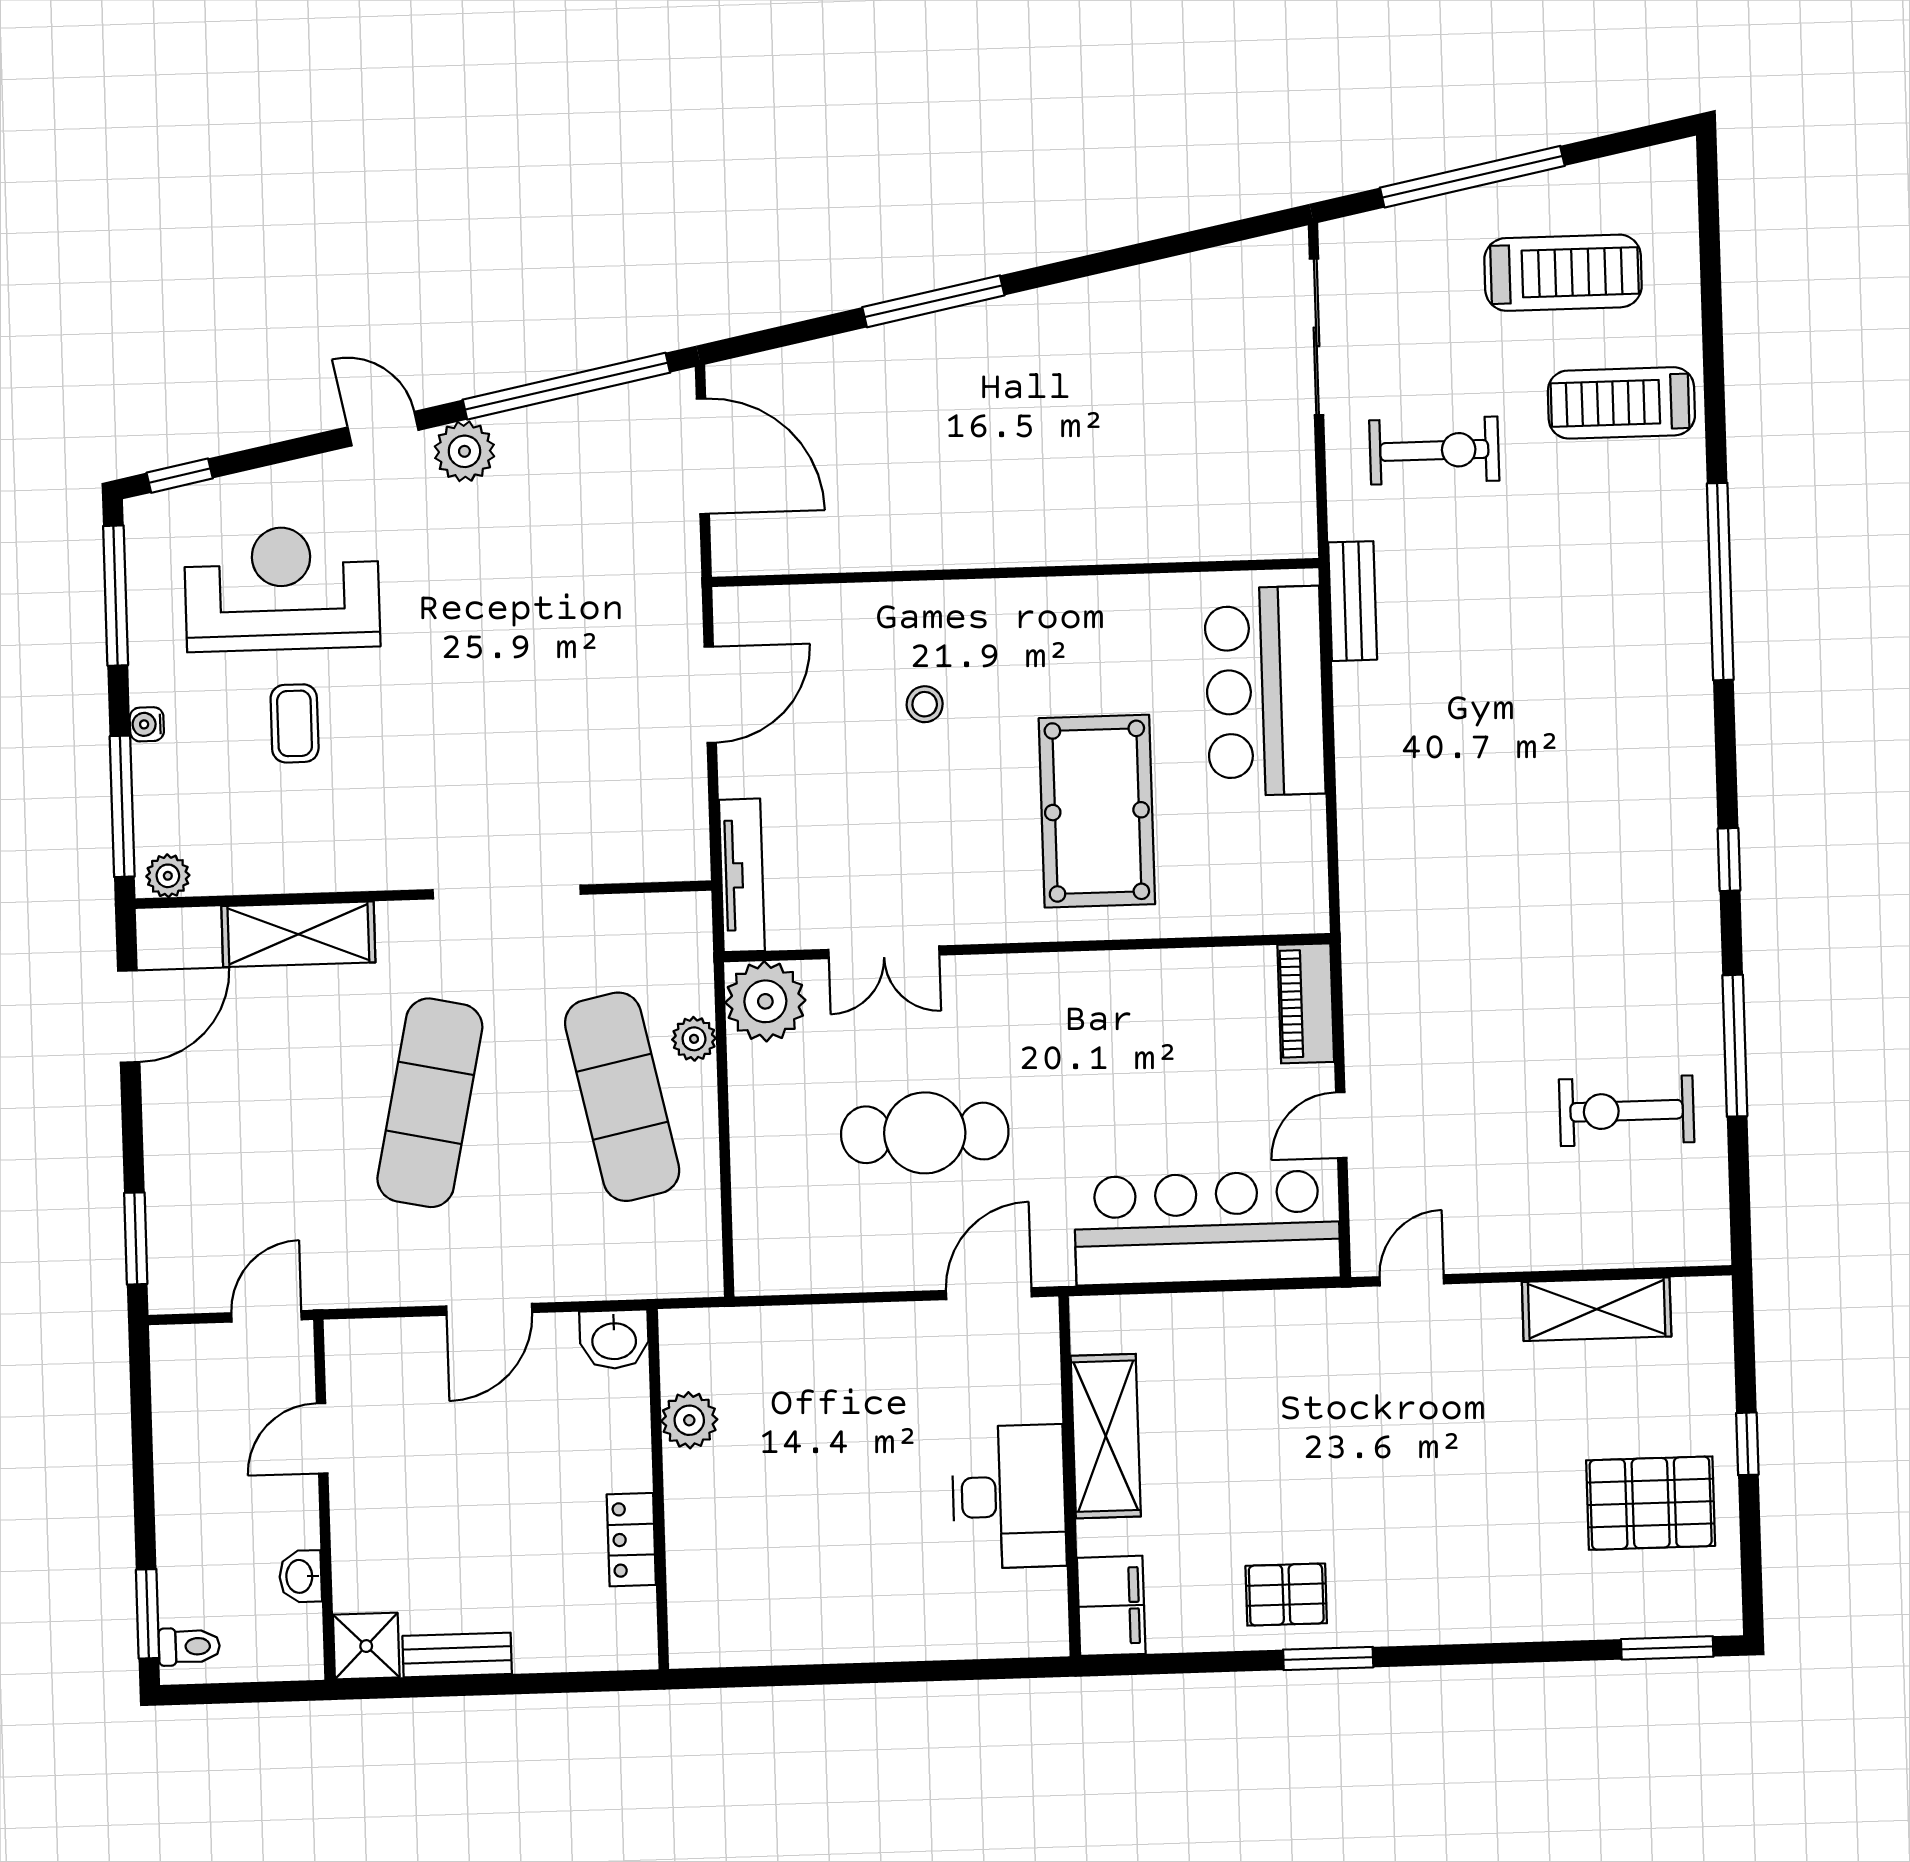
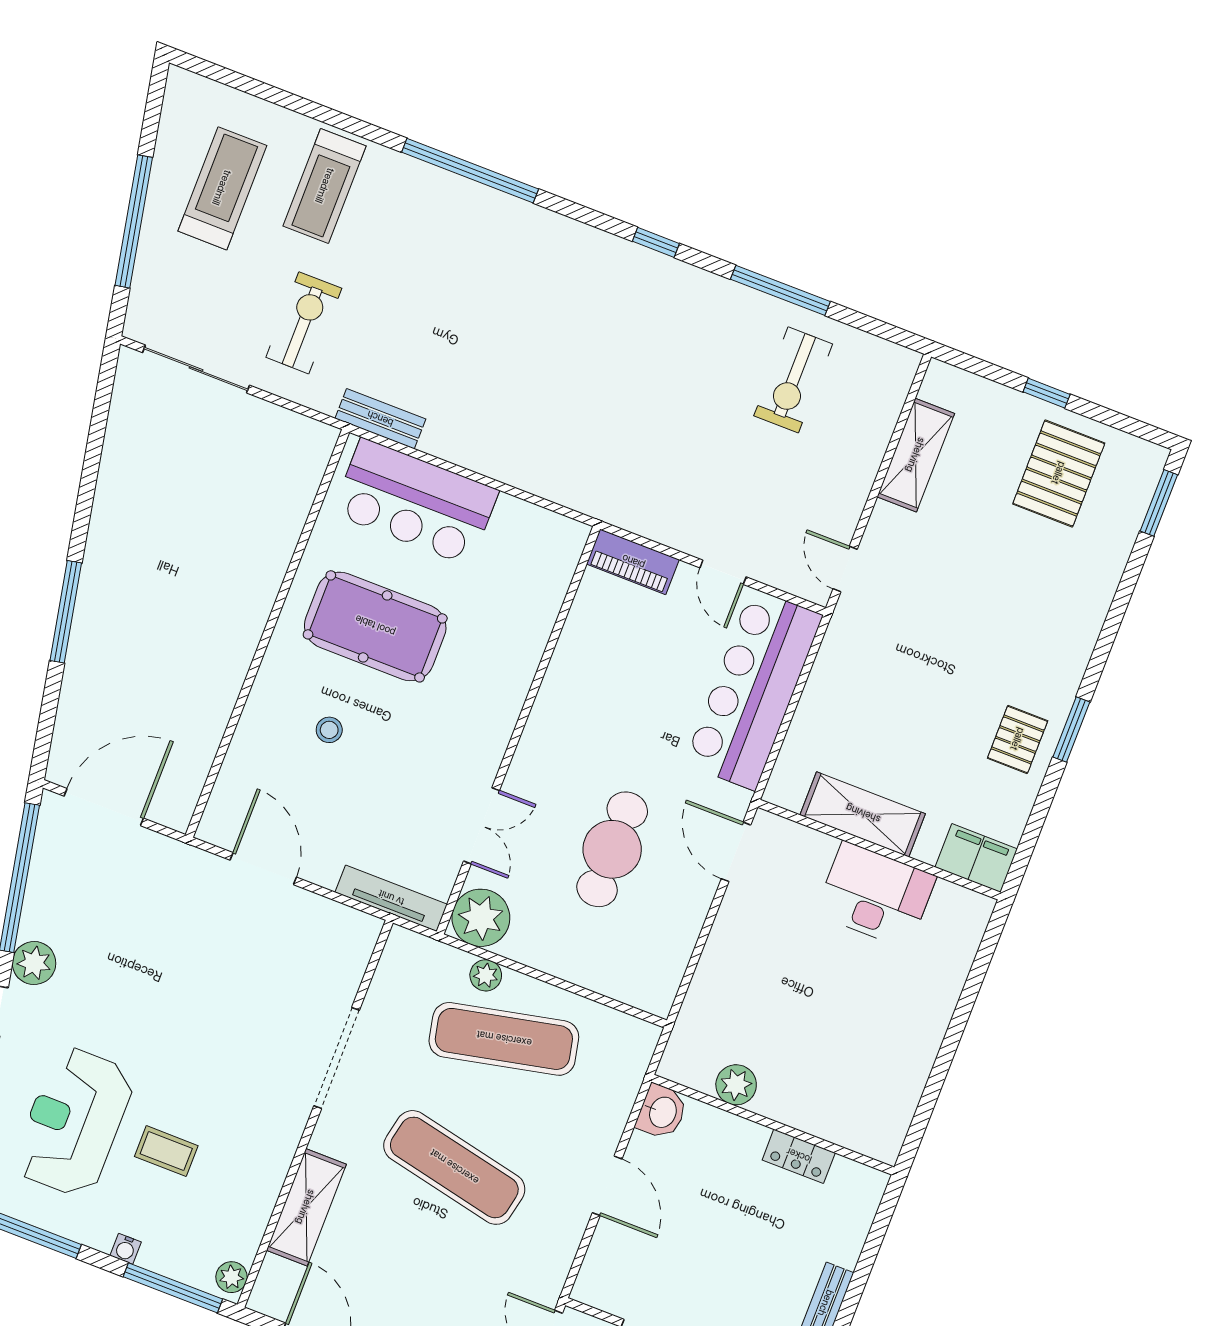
pool table: (1097, 811) -> (375, 626), moved

